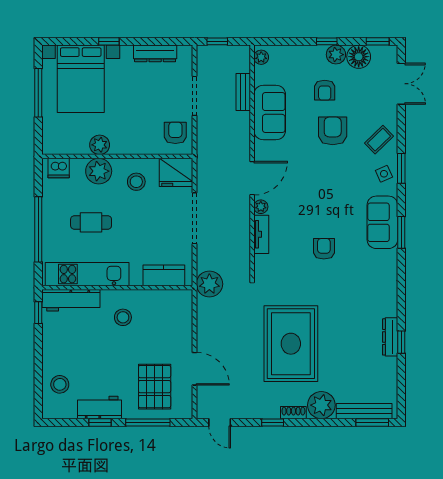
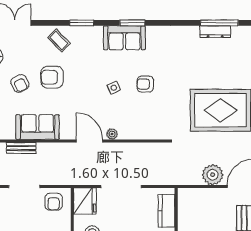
armchair: (325, 90) -> (20, 83), turned 64
armchair: (175, 133) -> (54, 202), turned -90
side table: (384, 174) -> (114, 88), moved
tv unit: (261, 234) -> (134, 134), removed
plant: (209, 284) -> (213, 175), moved
window: (401, 342) -> (219, 23), width x2.17

